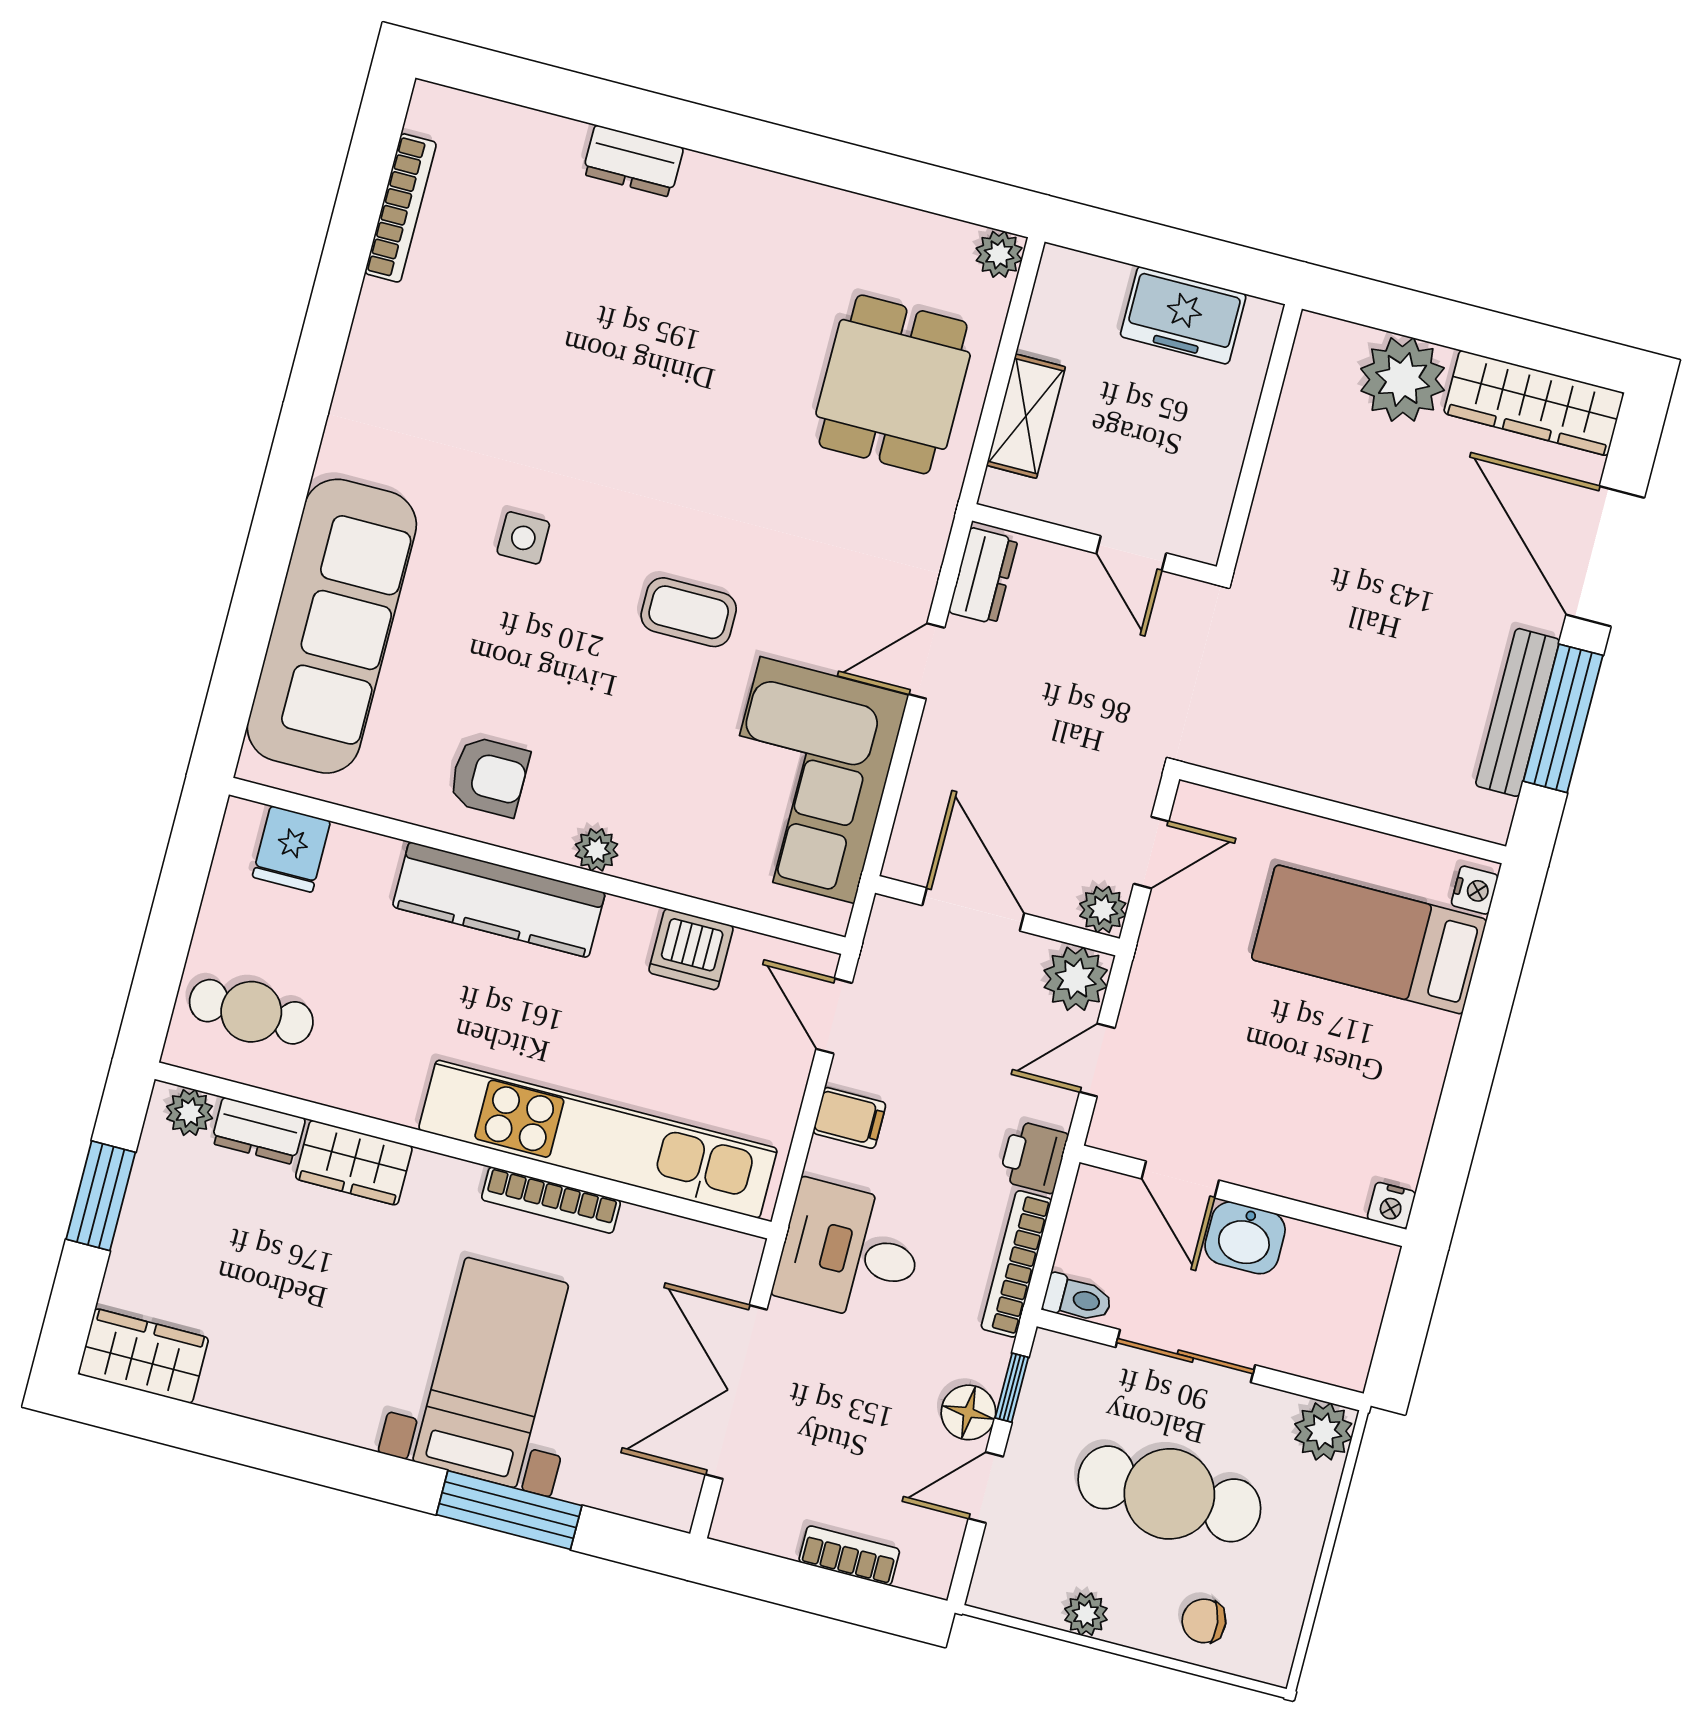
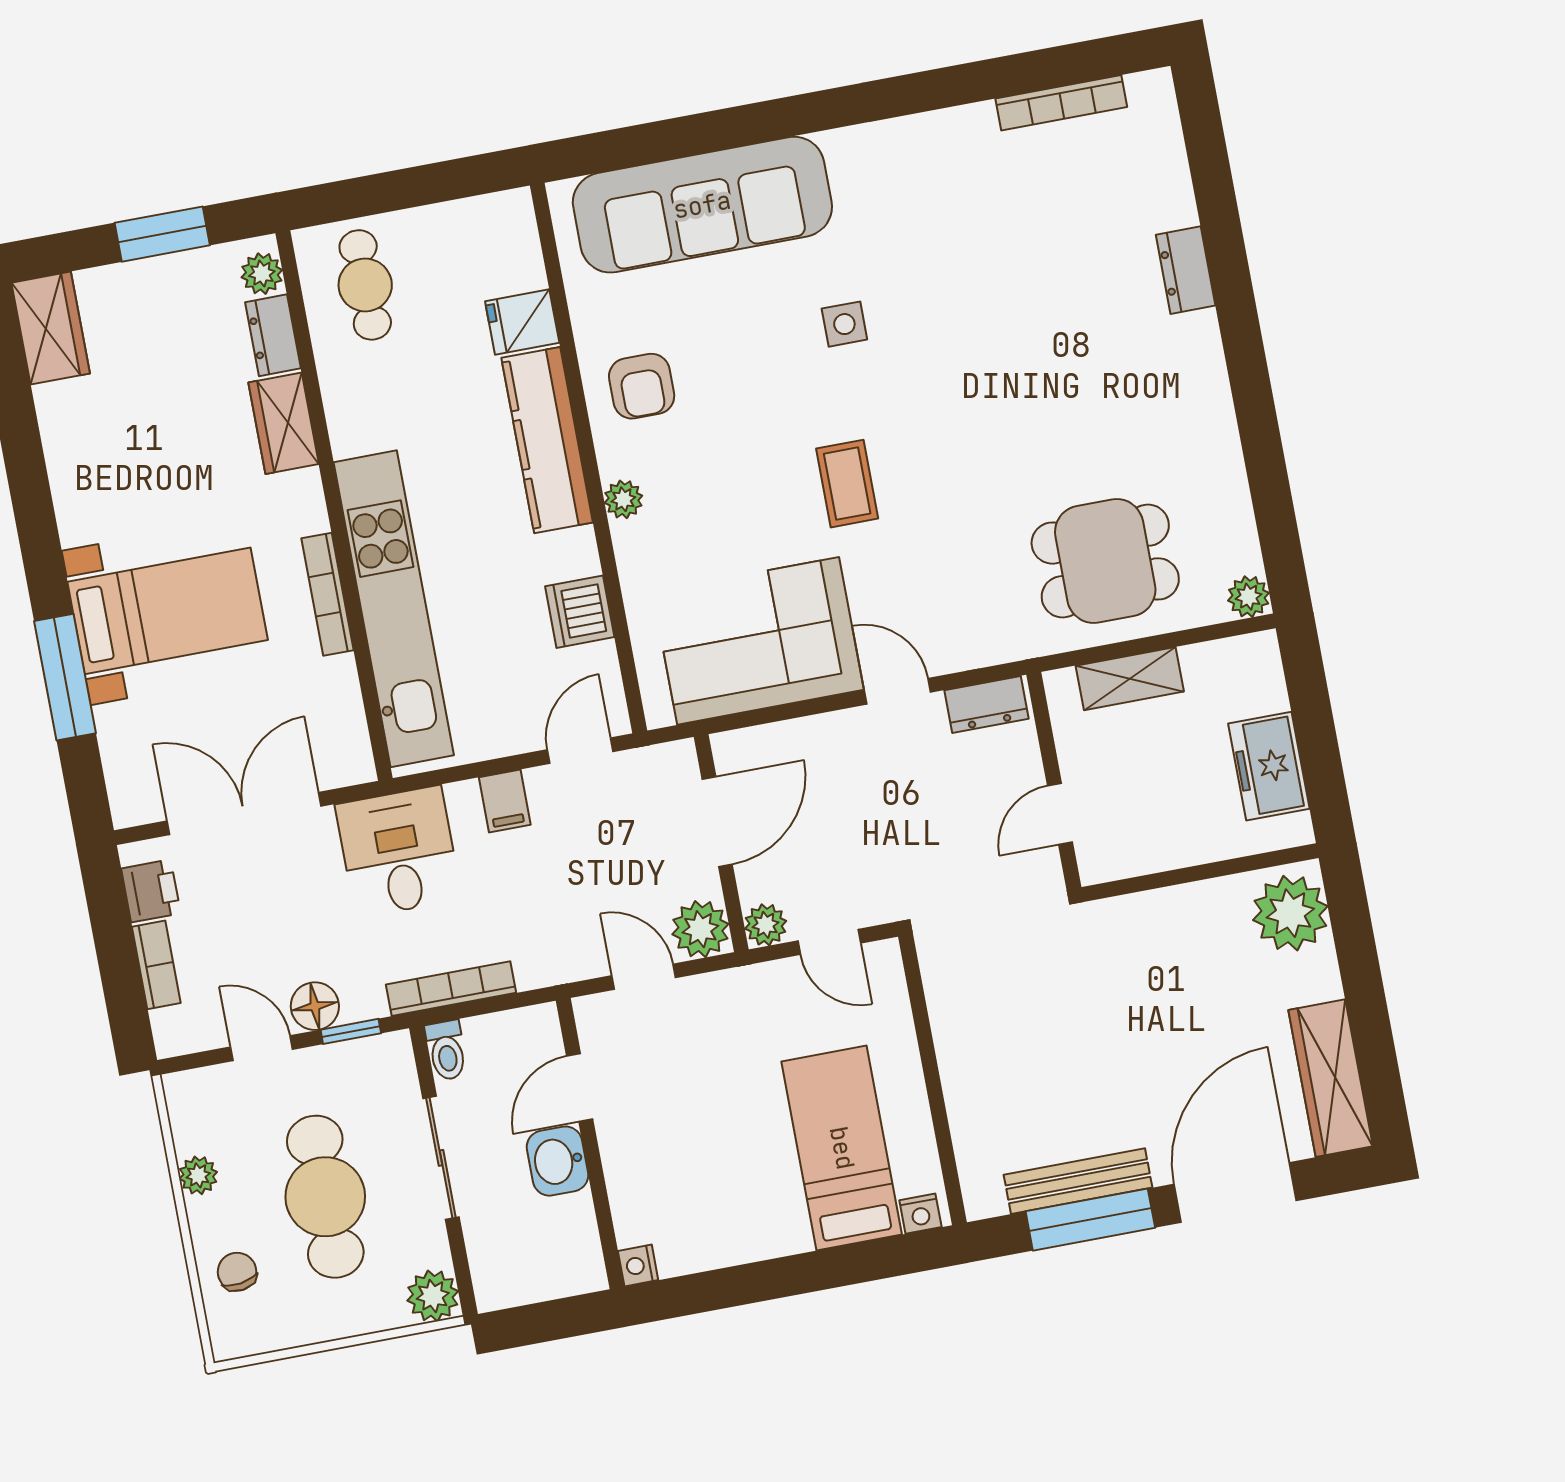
plant: (1403, 379) -> (1290, 913), moved
fridge: (291, 849) -> (522, 322), moved
printer: (1034, 1157) -> (151, 891), moved, turned 90

